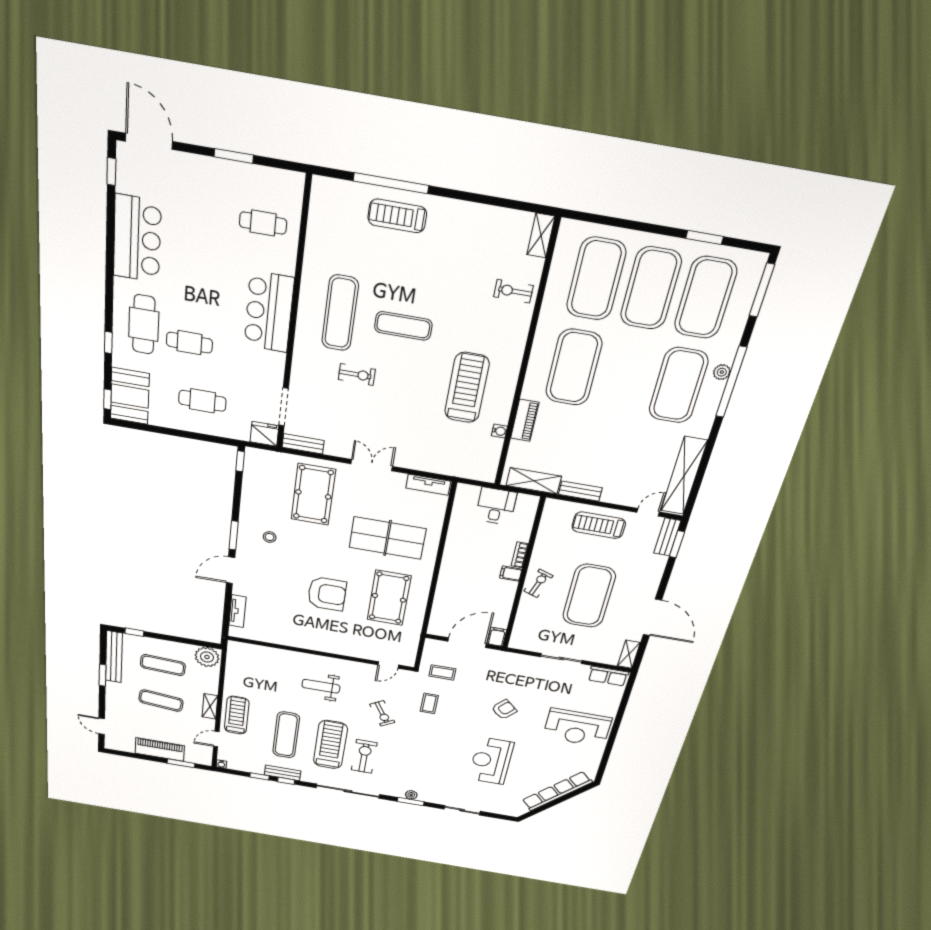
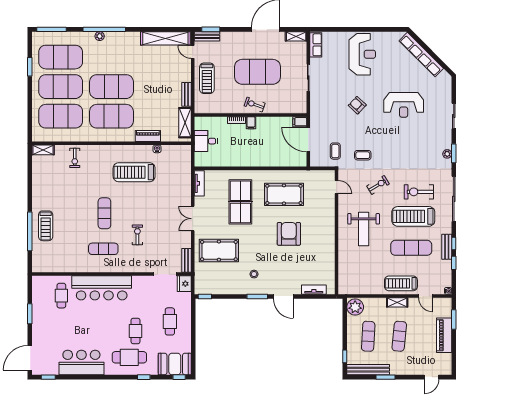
bar counter: (269, 312) -> (102, 288), width x1.36
exercise mat: (340, 313) -> (103, 249), width x0.73, depth x0.69
exercise mat: (678, 385) -> (111, 87), moved
weight bench: (321, 686) -> (364, 229), width x1.36, depth x1.33

